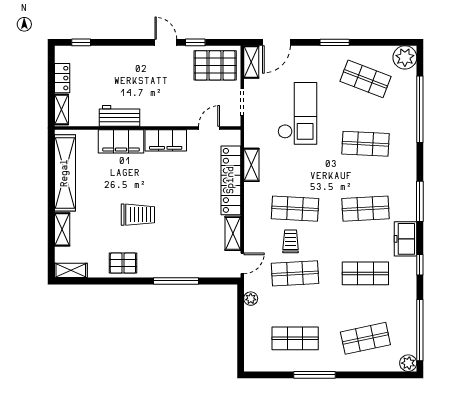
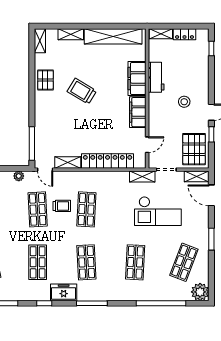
stool: (152, 79) -> (184, 102), added
door: (209, 128) -> (147, 145), hinge flipped
shelving: (251, 165) -> (142, 177), moved
trolley: (138, 215) -> (82, 91), turned 121
window: (176, 281) -> (32, 144), moved

